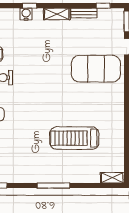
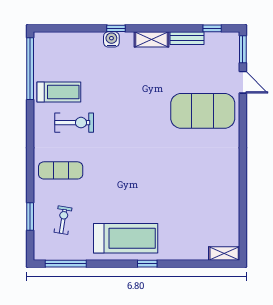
treadmill: (74, 138) -> (126, 238), moved, turned 180
window: (53, 186) -> (147, 264), width x0.46

